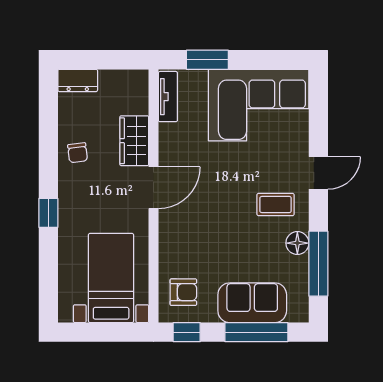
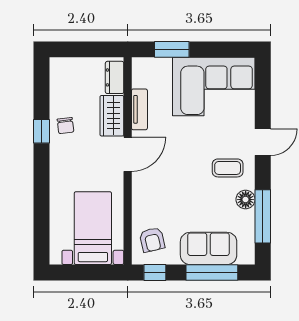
dresser: (78, 80) -> (115, 77), moved, turned 90
tv unit: (168, 97) -> (139, 109), moved
window: (48, 213) -> (42, 131), moved
armchair: (183, 292) -> (152, 240), turned 77

